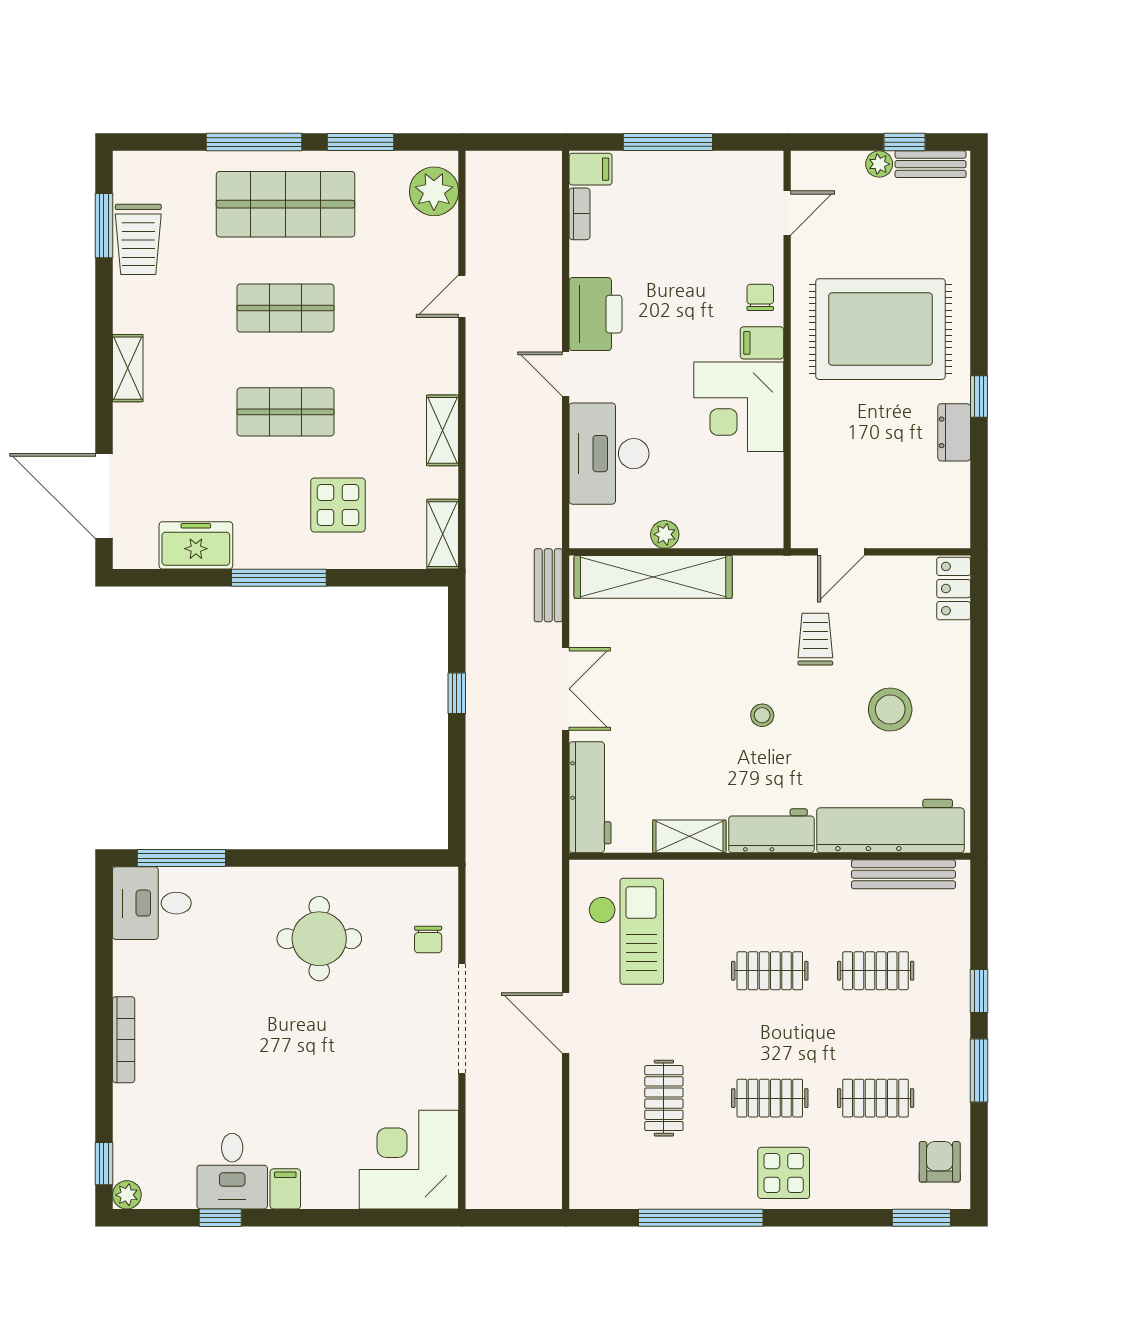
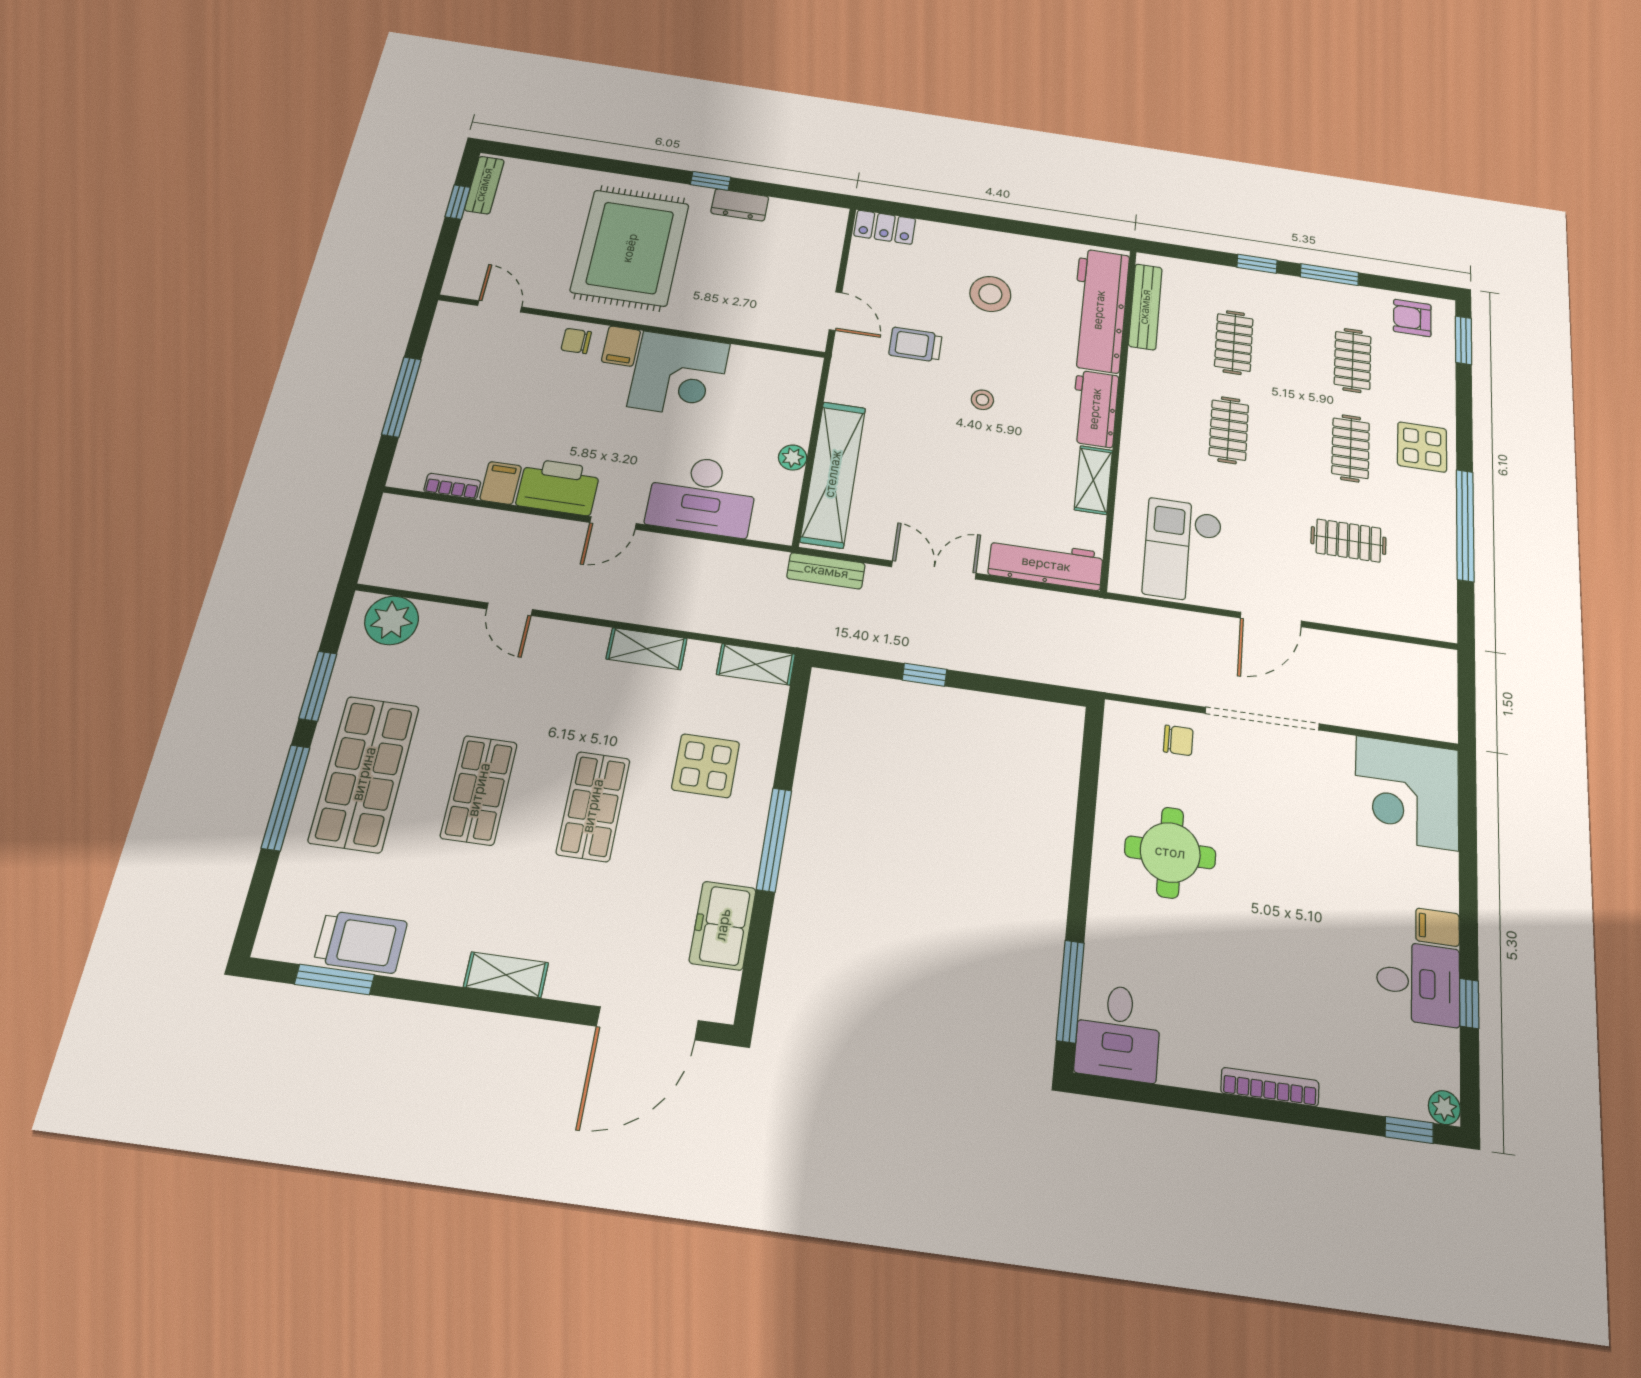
plant: (879, 164) -> (473, 225), removed
filing cabinet: (591, 169) -> (501, 483), moved
checkout: (626, 931) -> (1182, 550), turned -90

